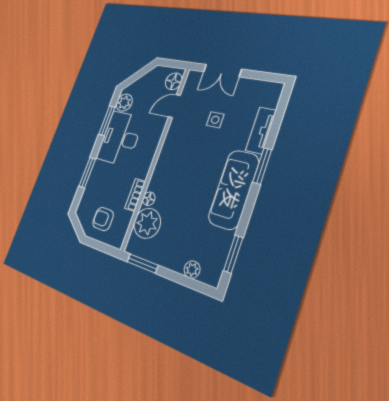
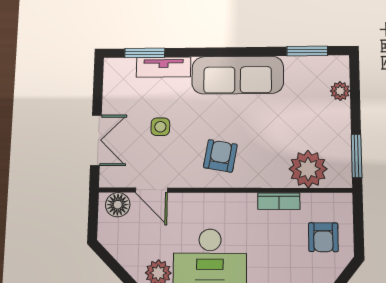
armchair: (179, 160) -> (220, 156), added
window: (262, 166) -> (145, 53), moved
floor lamp: (149, 199) -> (278, 179), removed

